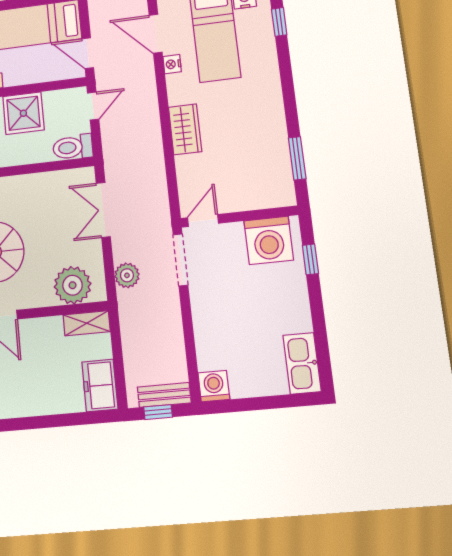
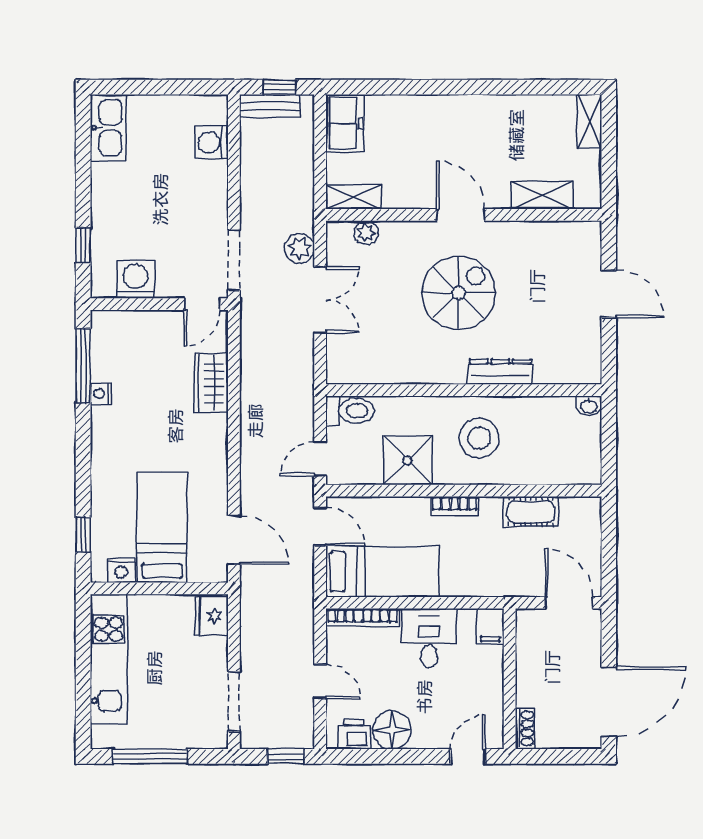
nightstand: (172, 64) -> (101, 394), moved, turned 180
wardrobe: (185, 129) -> (211, 383), moved
window: (297, 158) -> (83, 366), width x1.44
double door: (103, 210) -> (320, 300), moved
washing machine: (269, 240) -> (135, 279), width x0.73, depth x0.73
plant: (73, 285) -> (366, 233), width x0.53, depth x0.53
washing machine: (214, 386) -> (212, 142), moved, turned 90

